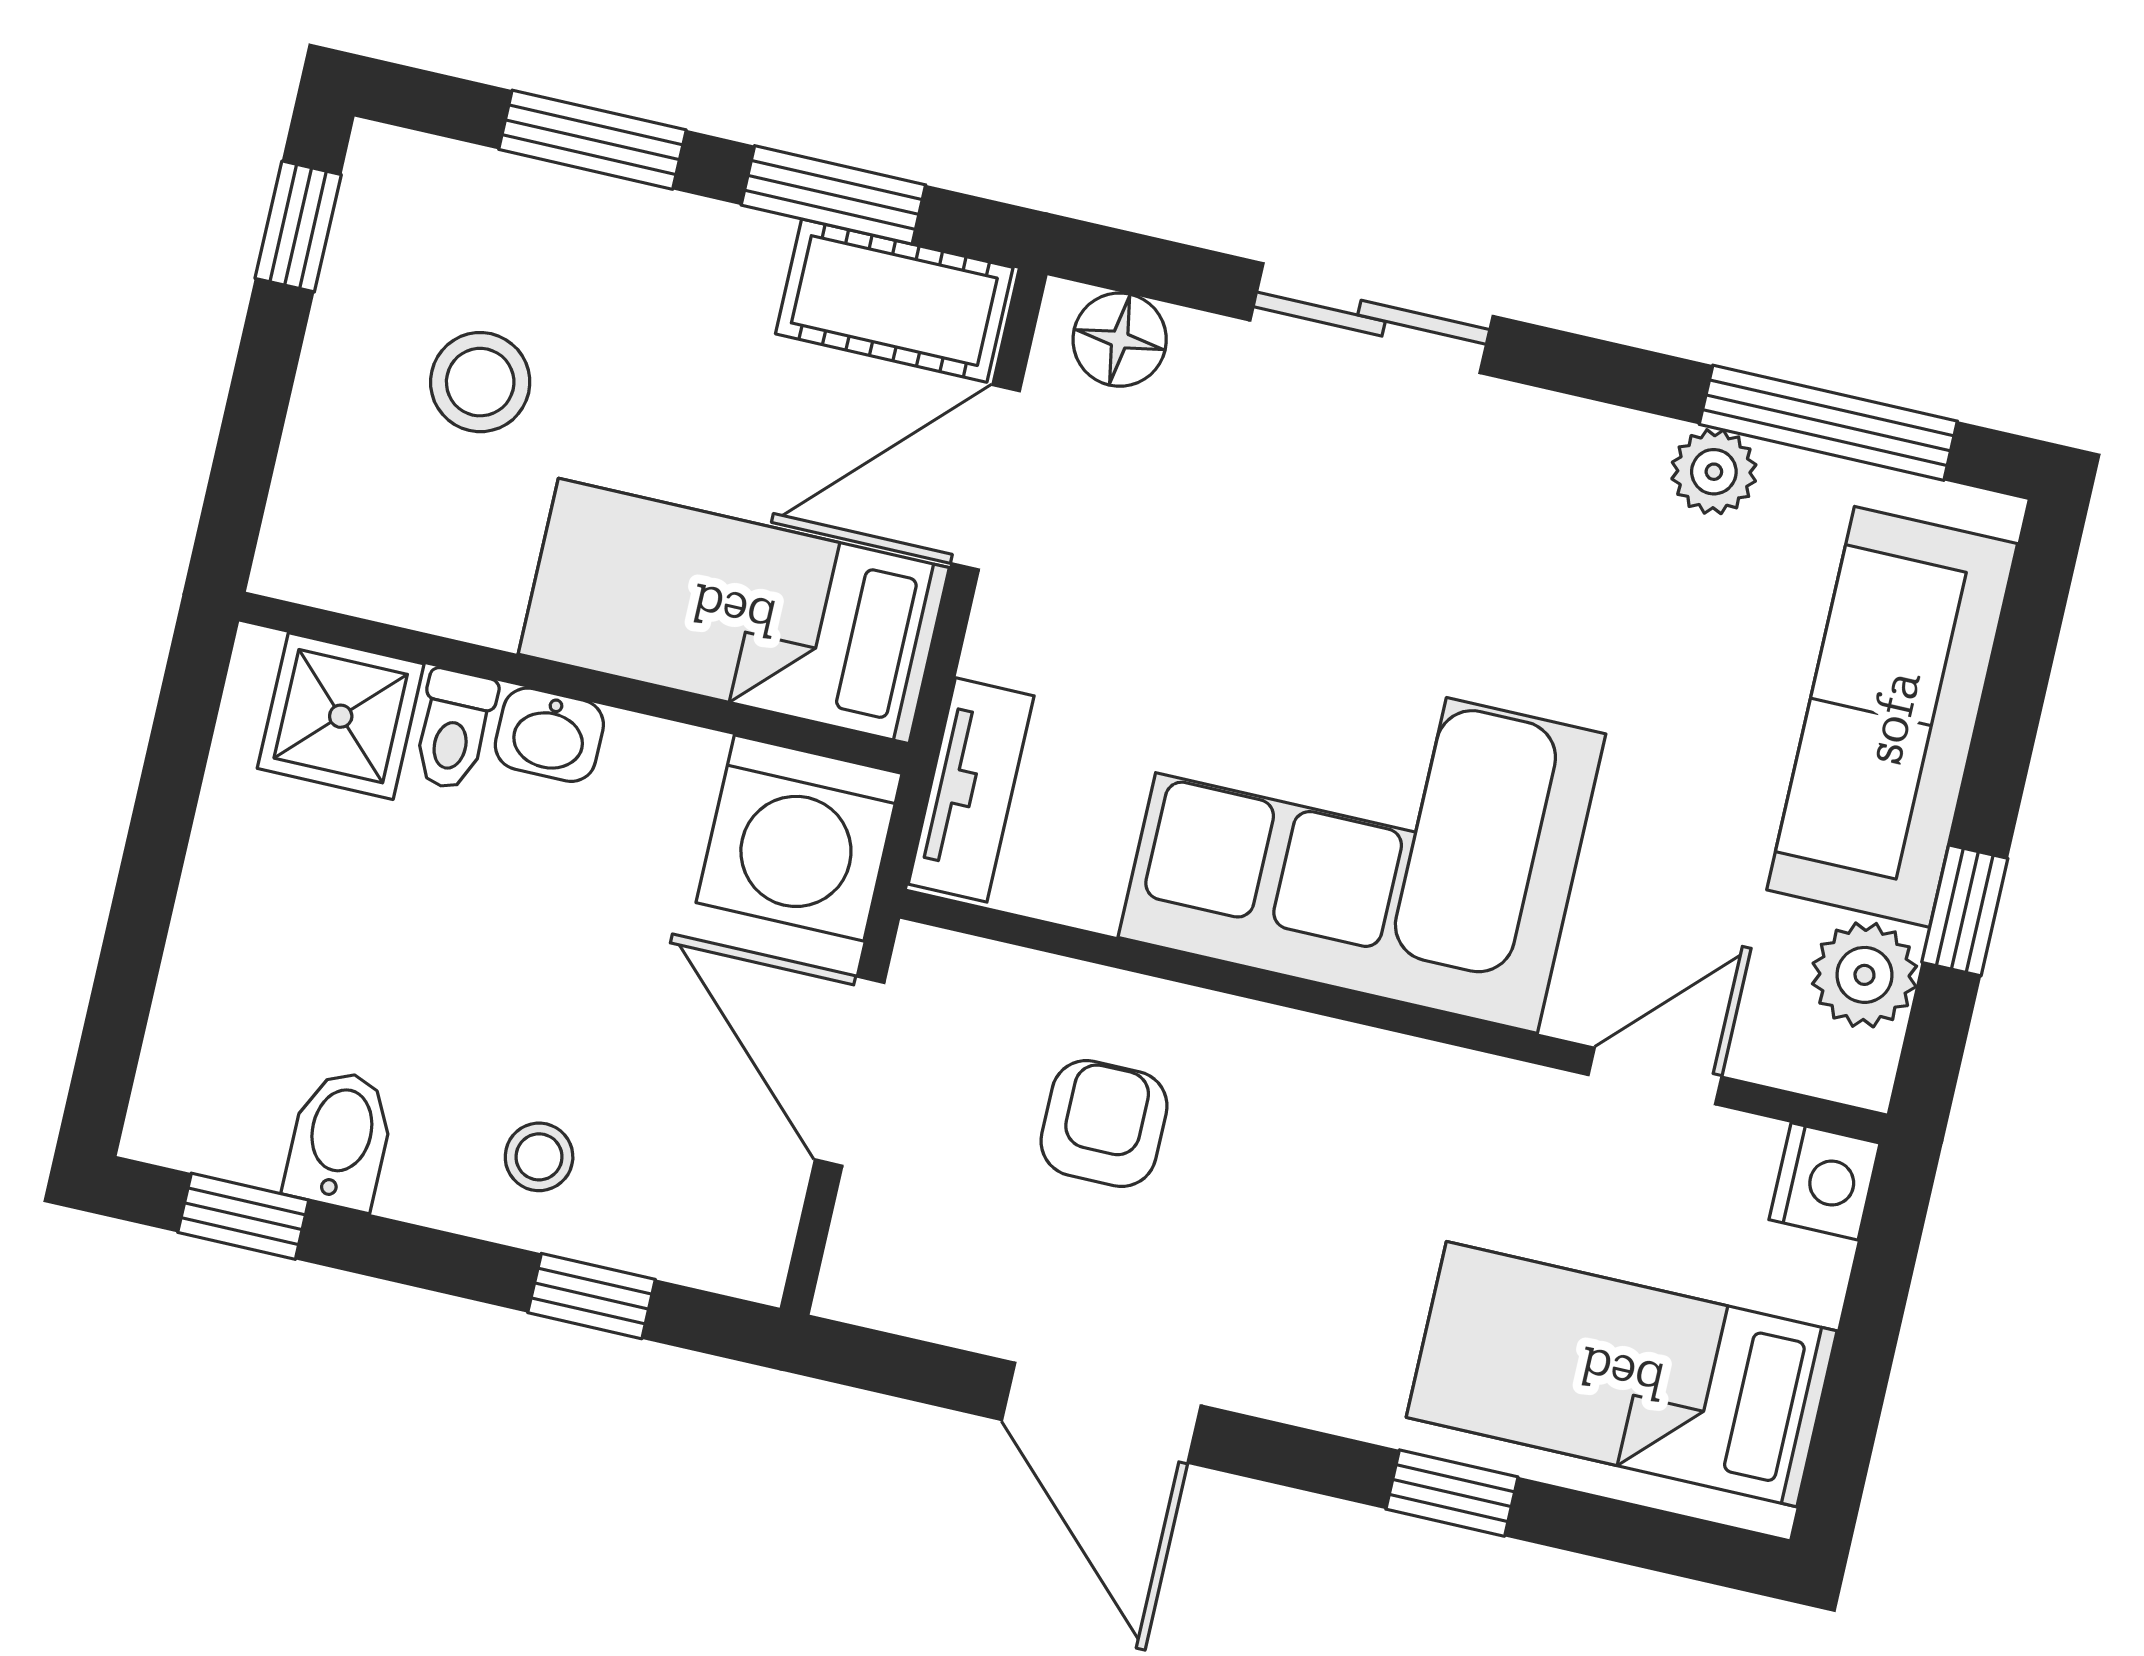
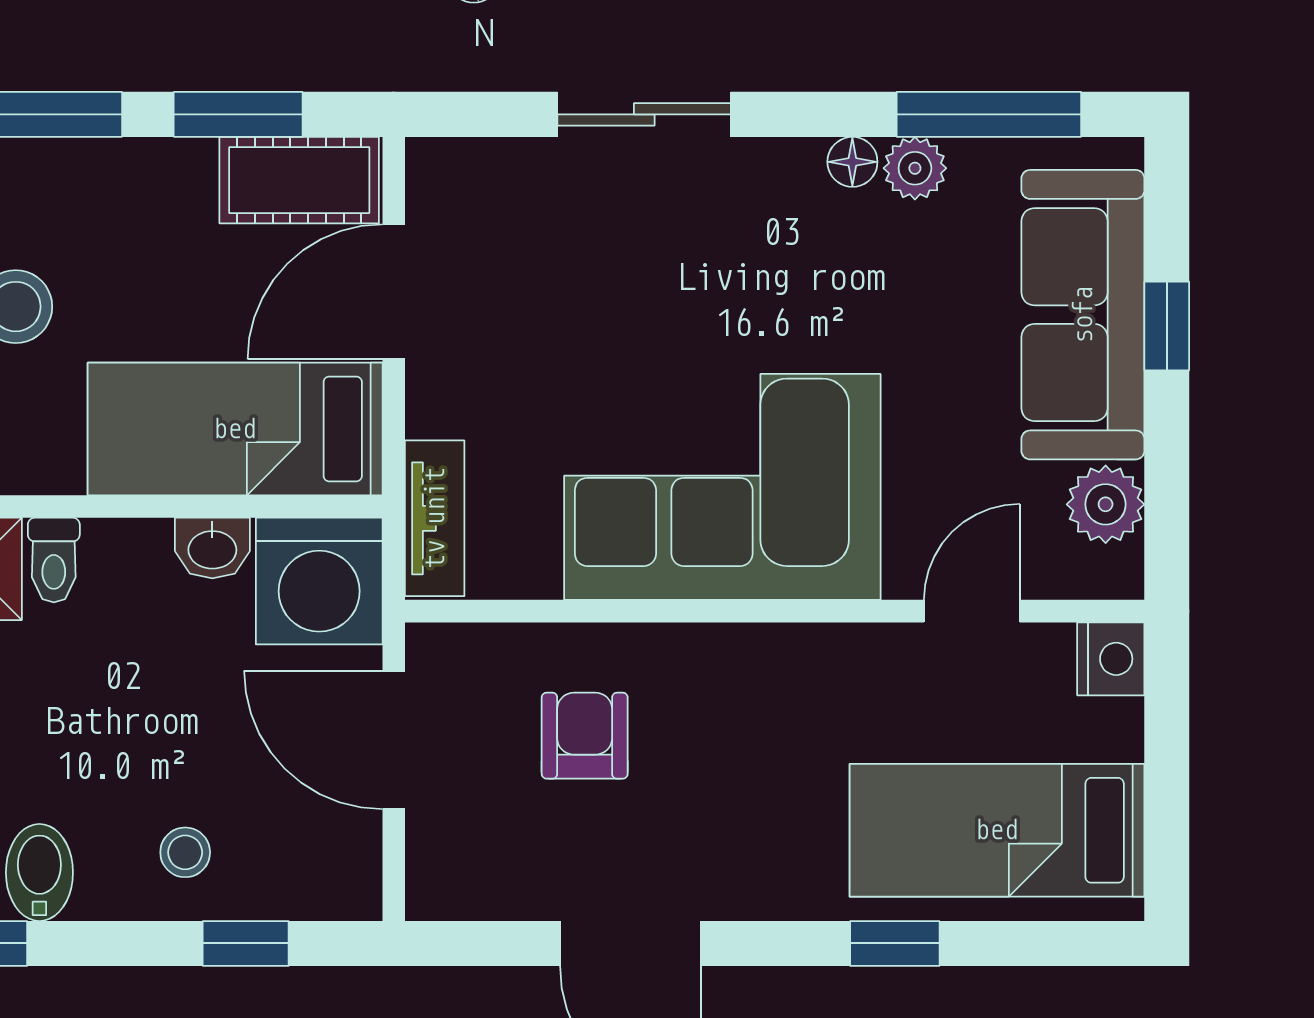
floor lamp: (1120, 340) -> (852, 162), moved, width x0.73, depth x0.73
washbasin: (549, 735) -> (212, 548), moved
window: (1965, 910) -> (1167, 326), moved

